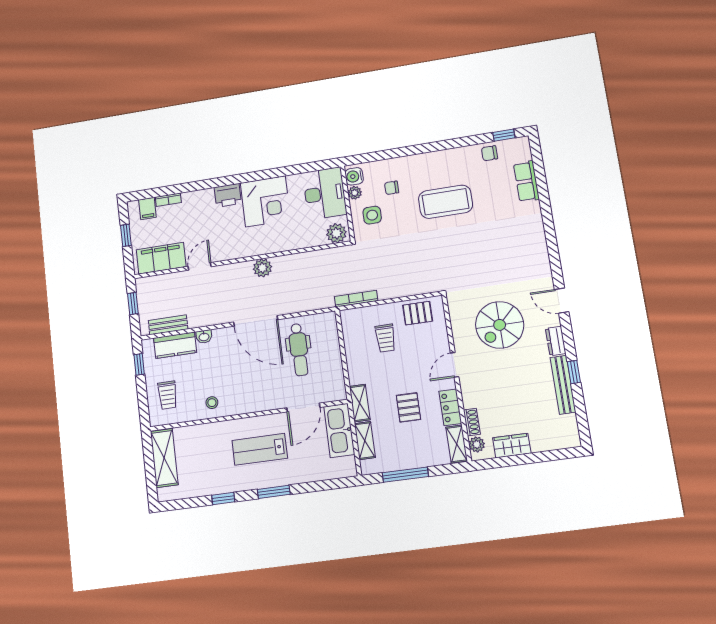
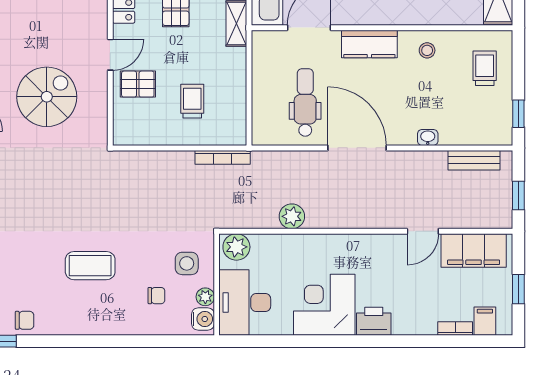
coffee table: (445, 202) -> (90, 266), width x0.73, depth x0.76
plant: (262, 268) -> (292, 216), moved
pallet: (418, 313) -> (138, 84), moved
kitchen counter: (175, 345) -> (369, 44), moved, turned 180

